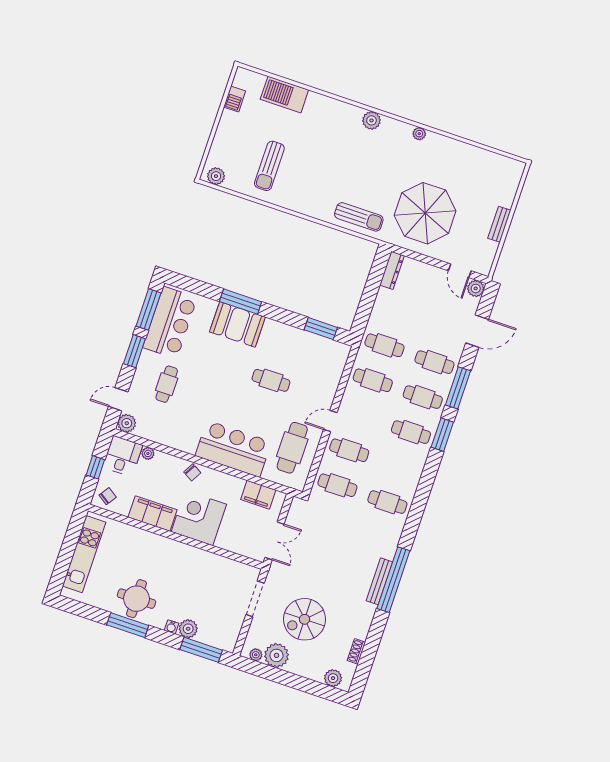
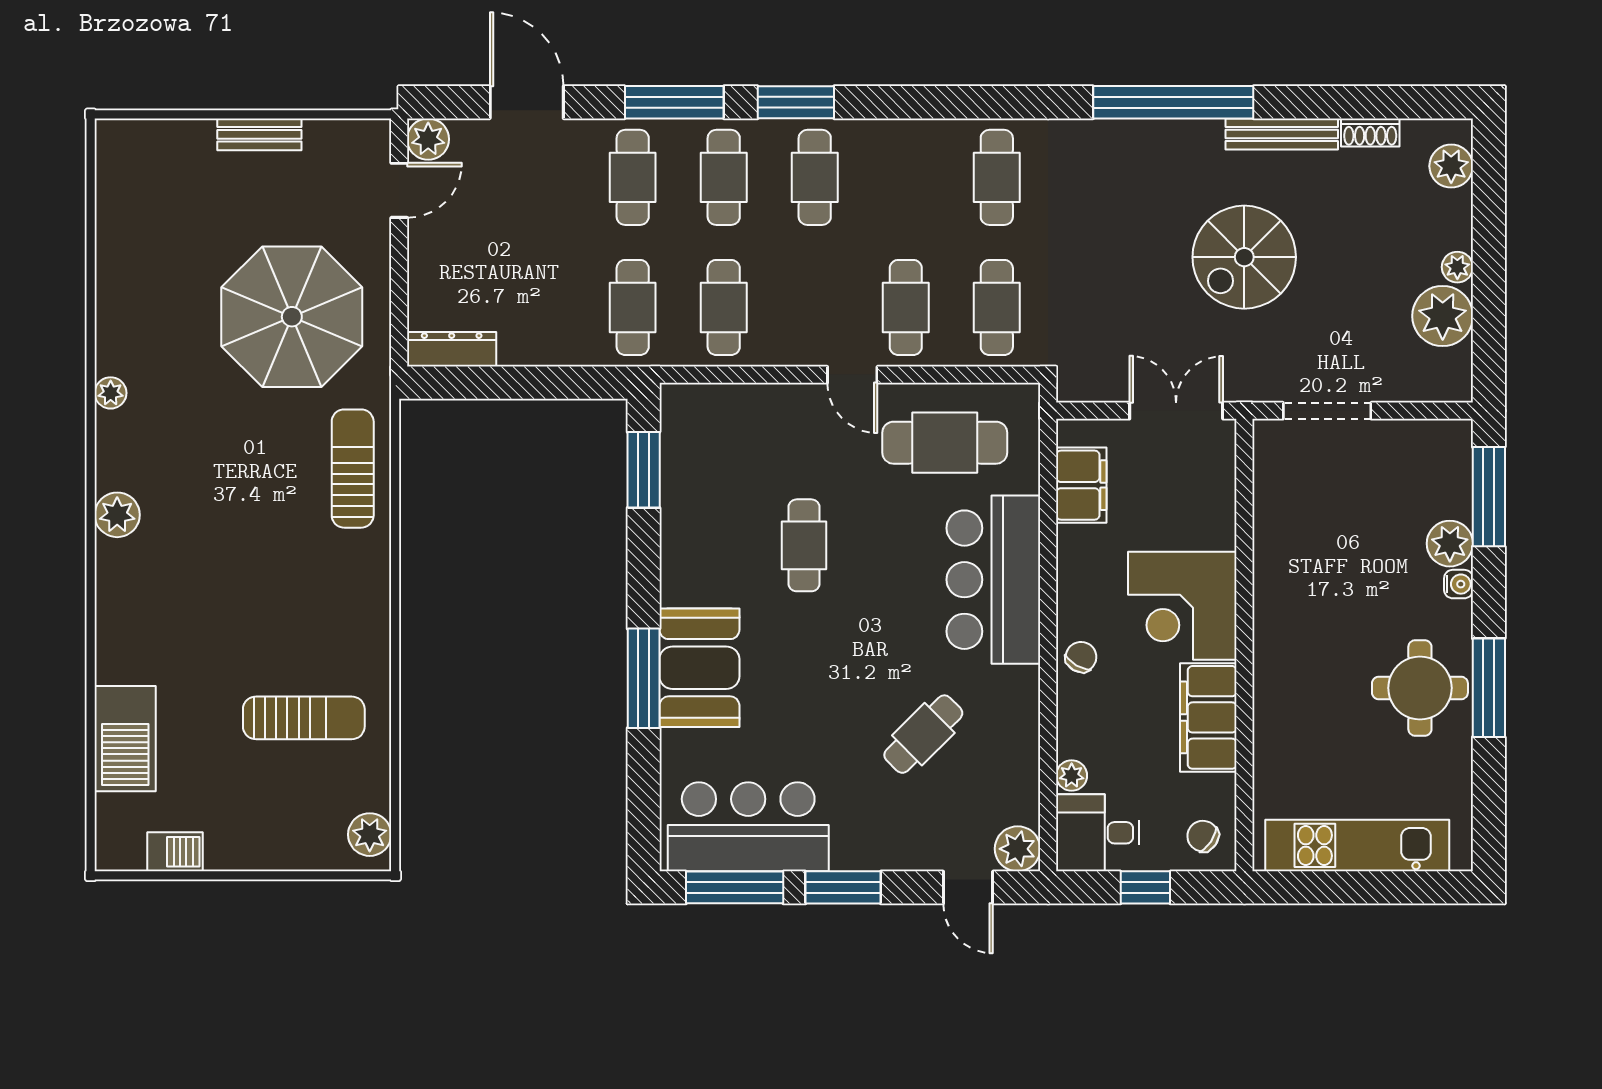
cafe table: (167, 384) -> (923, 734), moved, turned -45
bench: (379, 581) -> (1282, 134), moved
spiral stairs: (305, 619) -> (1244, 257), moved, turned 90
plant: (256, 655) -> (1457, 267), moved

